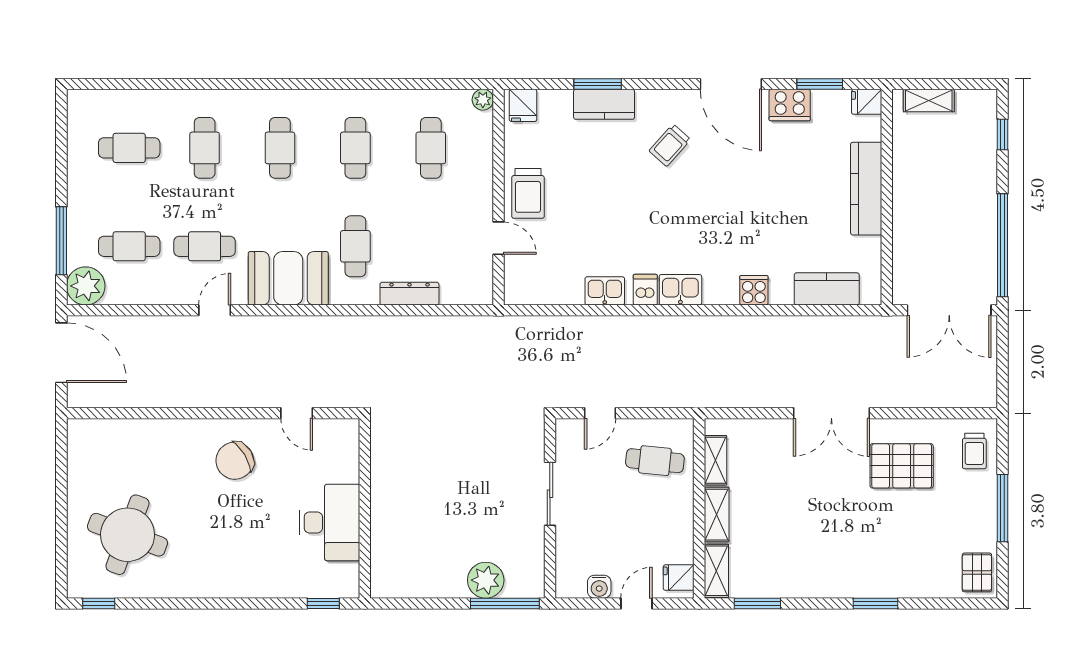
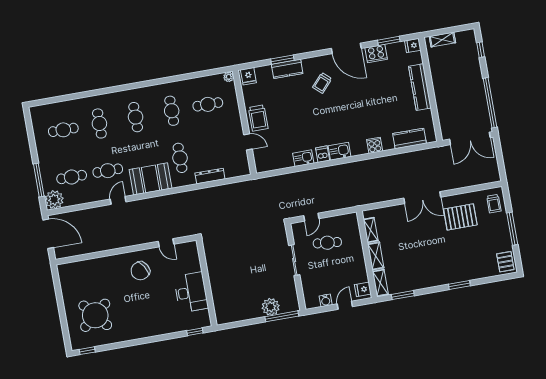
cafe table: (431, 148) -> (208, 104), turned 90
cafe table: (655, 461) -> (327, 243), moved
round table: (128, 535) -> (95, 315), turned 30

